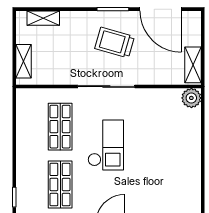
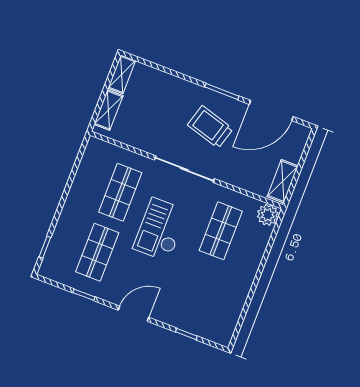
door: (161, 9) -> (271, 110), hinge flipped
shelving: (43, 18) -> (122, 74), moved, turned 90
shop shelf: (157, 127) -> (221, 231), added
checkout: (106, 145) -> (160, 230), turned 180

